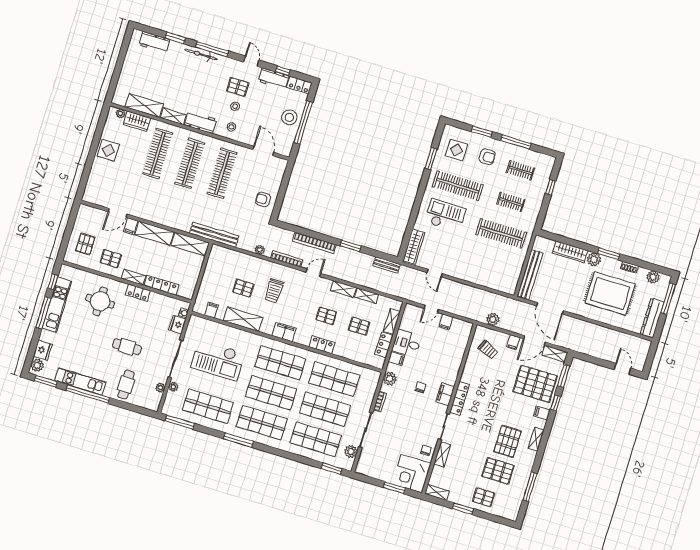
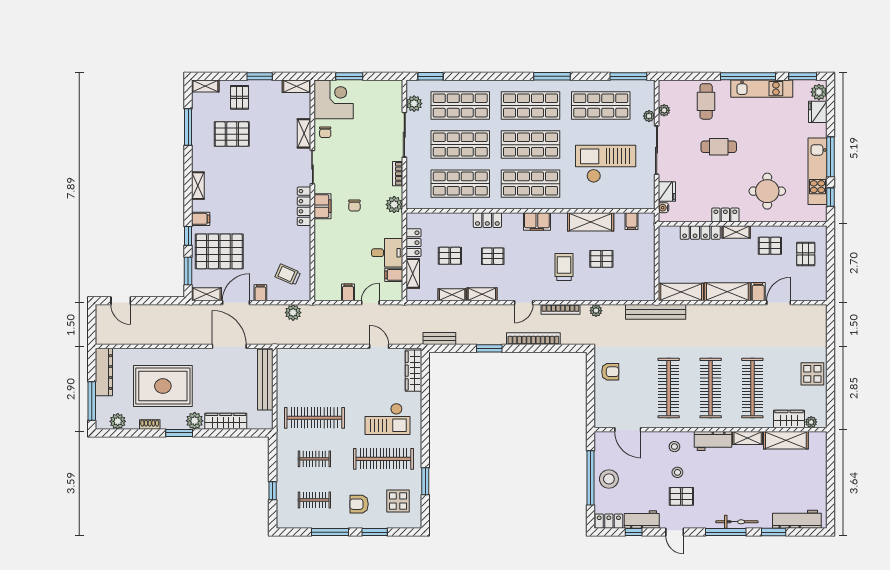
workbench: (154, 42) -> (797, 519), width x1.37
filing cabinet: (396, 359) -> (394, 275), moved
pallet: (507, 441) -> (231, 173), removed
pallet: (483, 497) -> (240, 97), turned 90
shelving: (507, 514) -> (205, 86), added

